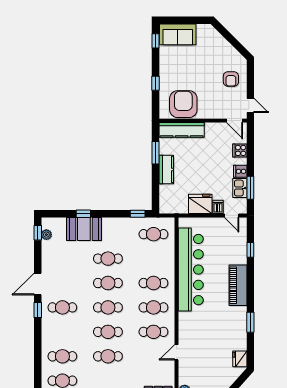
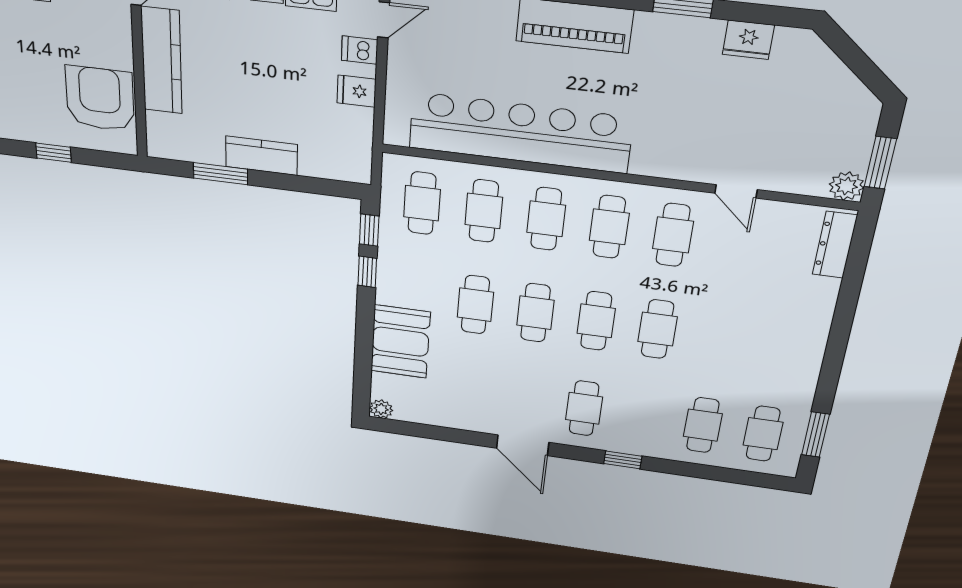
armchair: (183, 104) -> (100, 99), turned 90
kitchen counter: (182, 130) -> (162, 61), moved
fridge: (200, 204) -> (356, 91), width x0.53, depth x0.75
window: (83, 214) -> (367, 272), moved
window: (38, 233) -> (404, 428), removed
plant: (46, 235) -> (381, 409), moved
window: (38, 310) -> (623, 460), moved
cafe table: (108, 356) -> (484, 211), moved
fridge: (240, 359) -> (748, 40), moved

